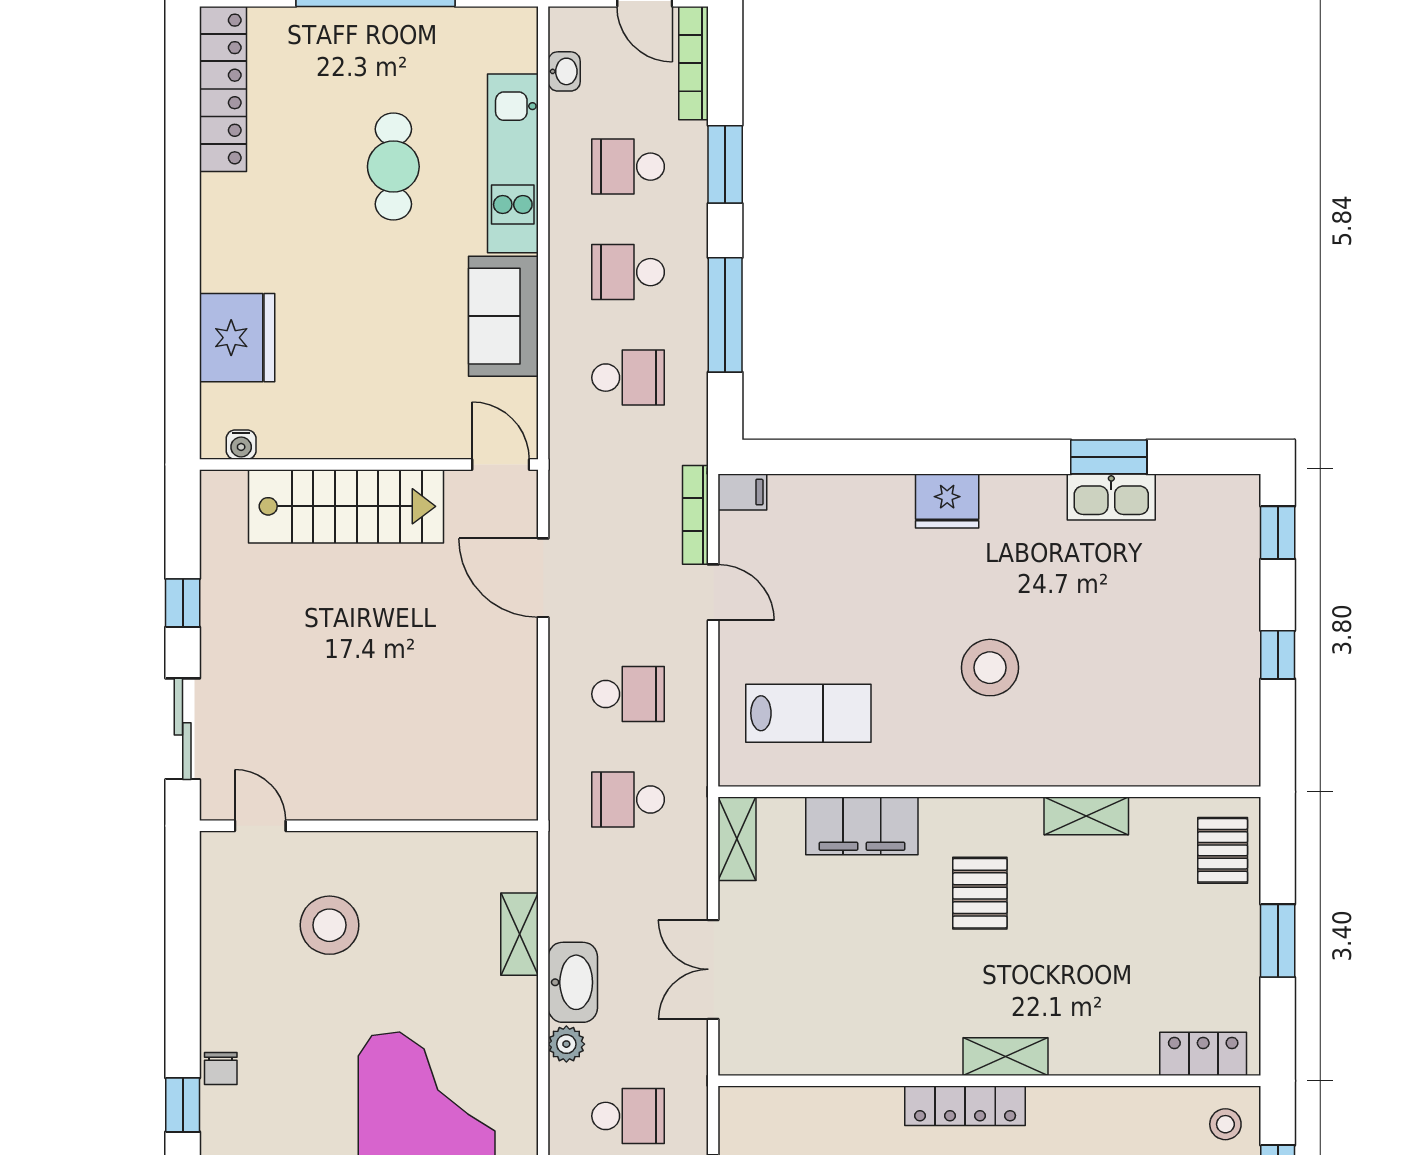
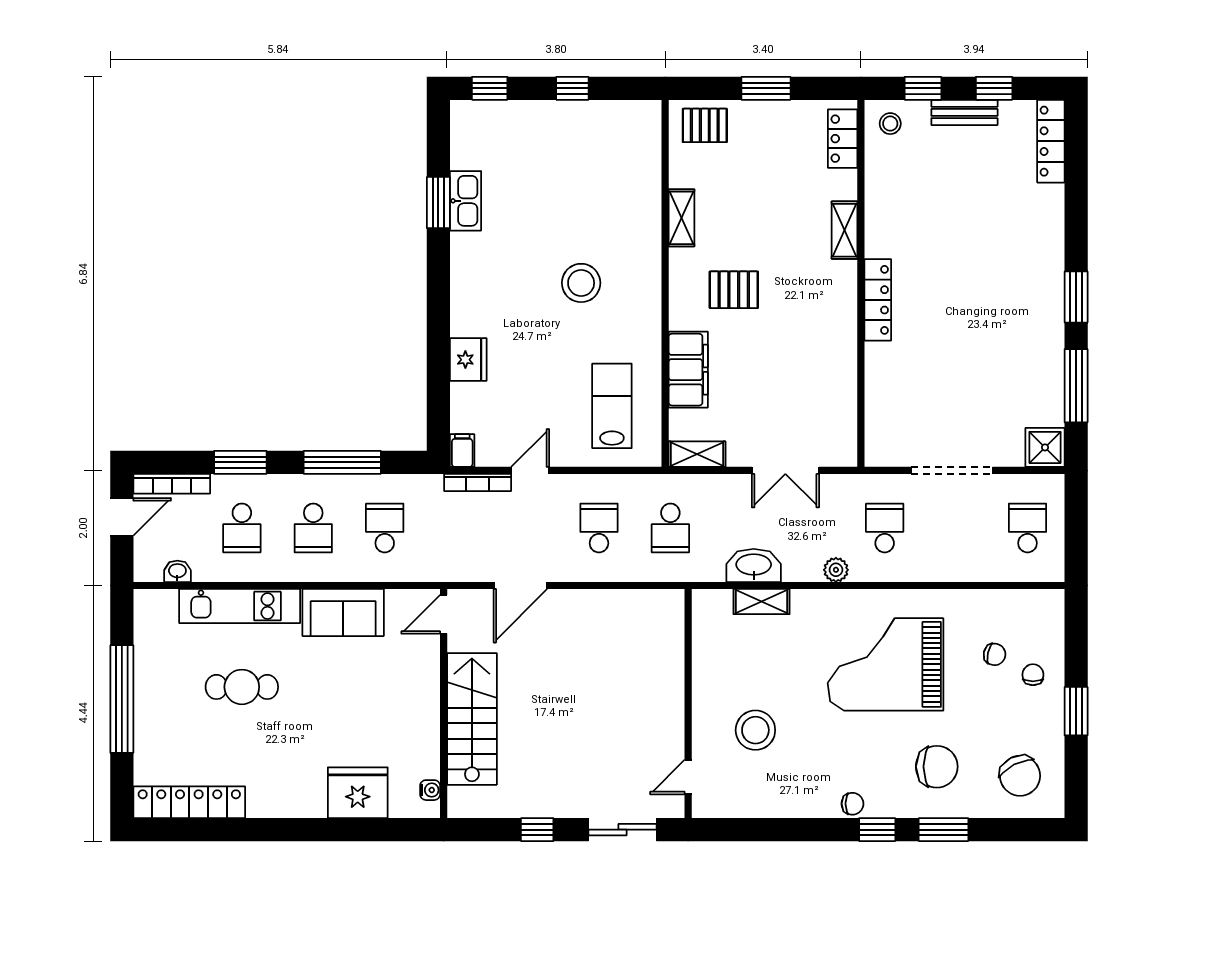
fridge: (947, 501) -> (468, 360), moved
washbasin: (573, 982) -> (754, 565), moved
shelving: (1006, 1057) -> (844, 230), moved

